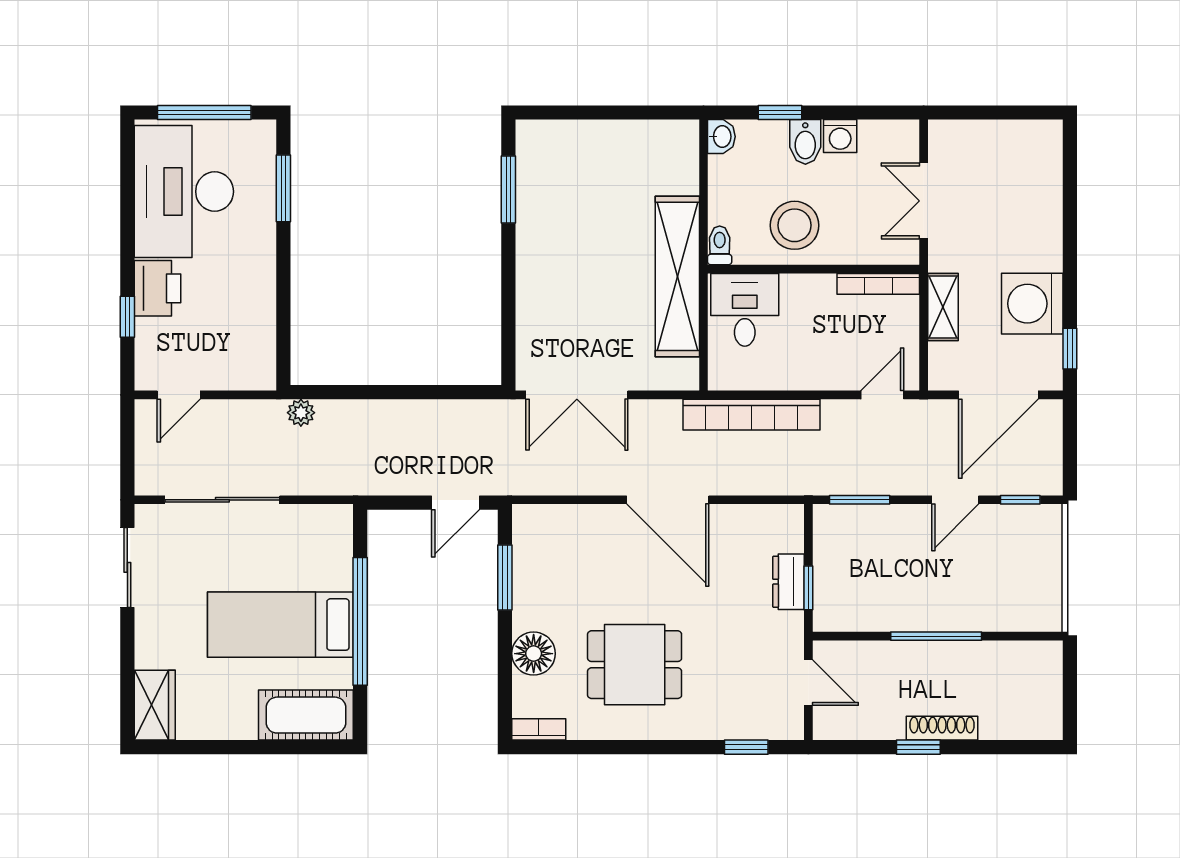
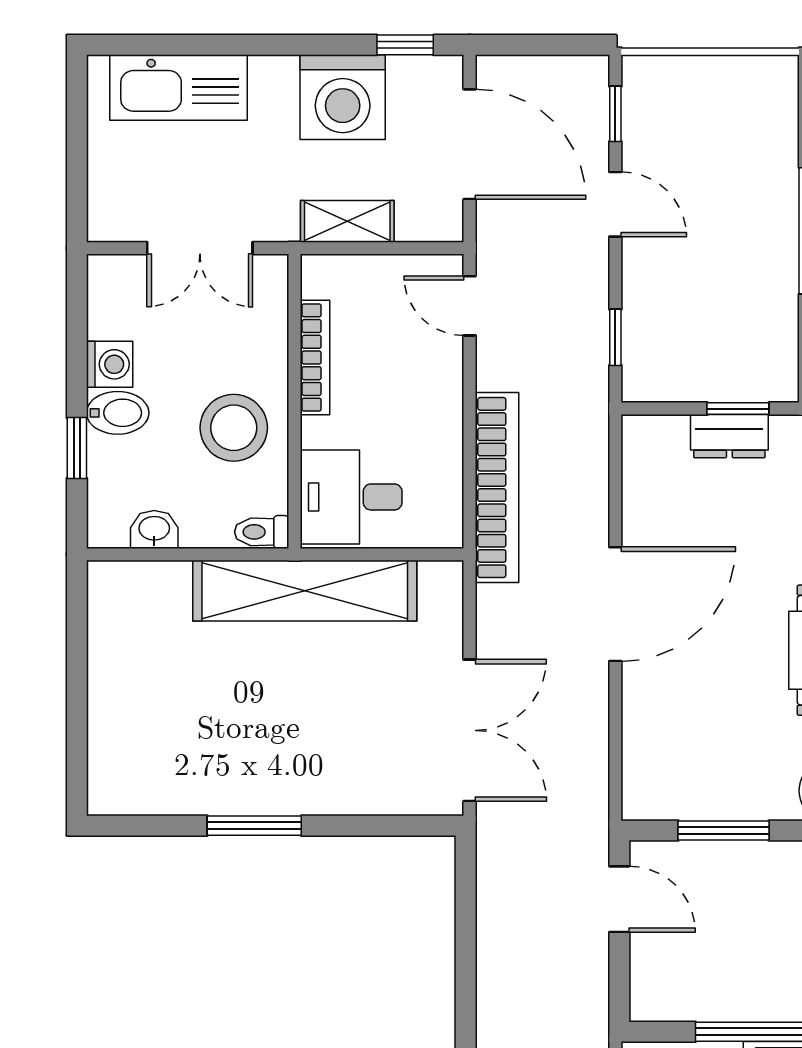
washbasin: (721, 137) -> (154, 529), moved
kitchen sink: (1039, 186) -> (178, 88), added
window: (508, 190) -> (254, 826), moved
bookcase: (878, 284) -> (315, 358), moved
window: (860, 500) -> (615, 337), width x0.67

